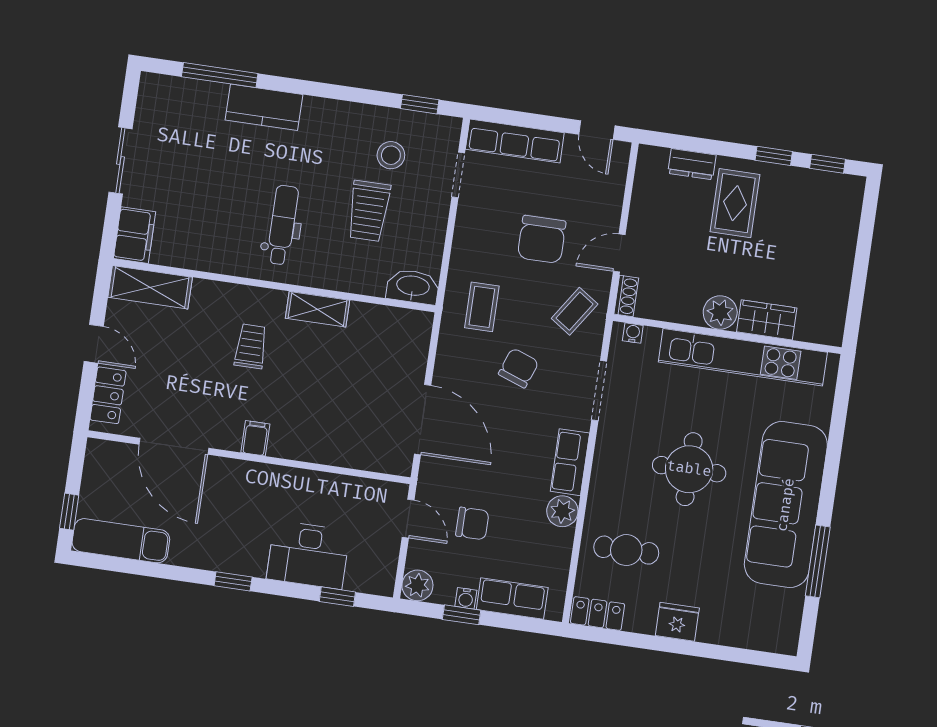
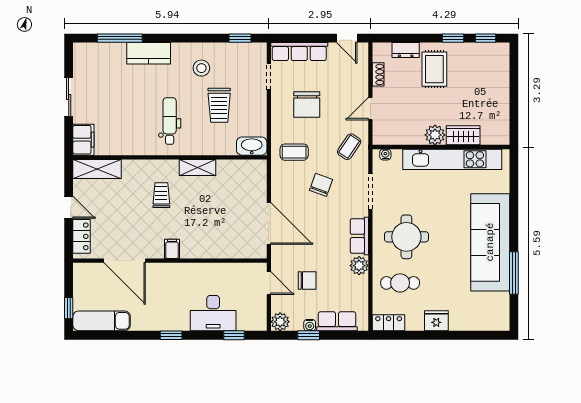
stool: (391, 155) -> (201, 68), moved
chair: (542, 239) -> (307, 105), moved
shoe rack: (626, 296) -> (378, 74), moved
coffee table: (482, 307) -> (294, 152), turned 90
round table: (689, 469) -> (406, 237), moved

